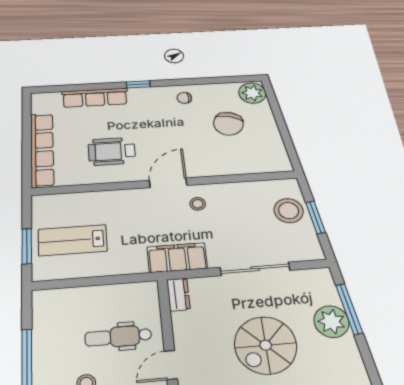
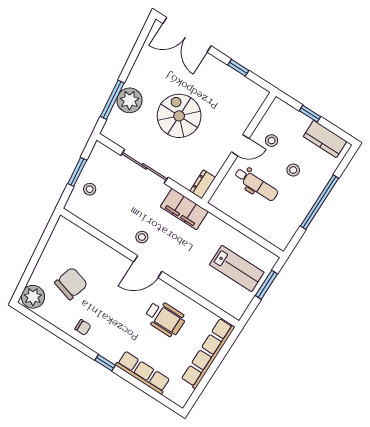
stool: (289, 211) -> (90, 189), width x0.53, depth x0.53
spiral stairs: (266, 345) -> (179, 116), turned -90

